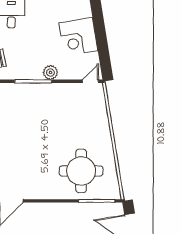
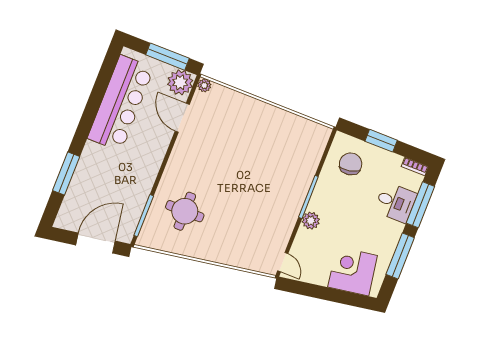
corner desk: (78, 37) -> (353, 271), moved
round table: (81, 171) -> (185, 211), width x0.73, depth x0.73

